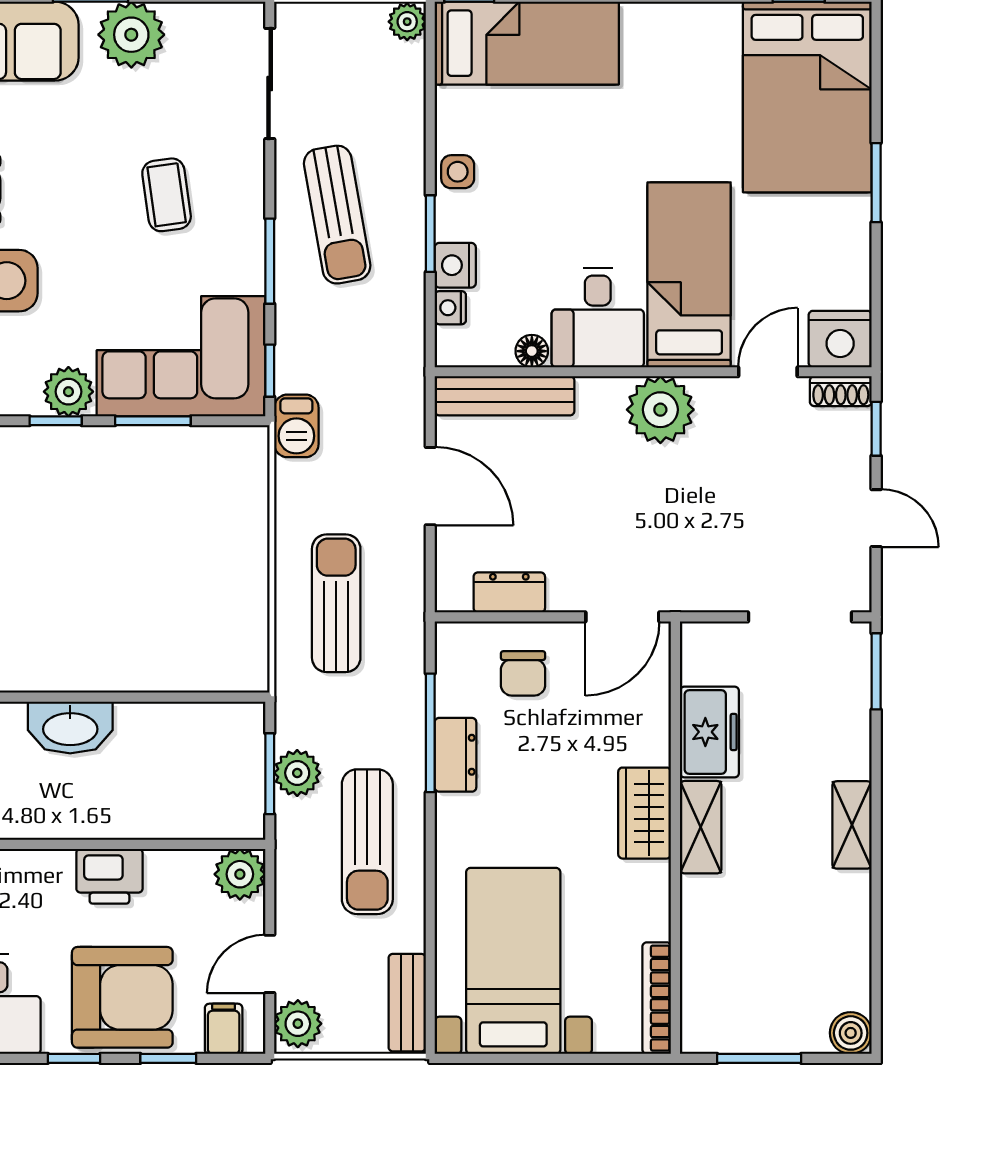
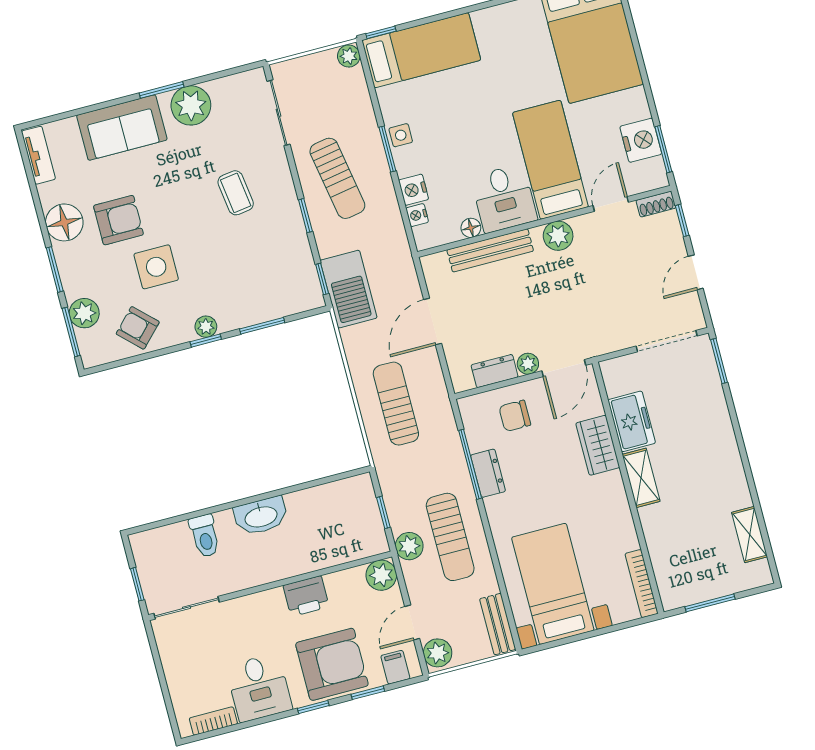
window: (876, 183) -> (663, 149), moved
window: (430, 234) -> (387, 149), moved
window: (270, 261) -> (305, 216), width x0.67
nightstand: (840, 339) -> (641, 140), moved, turned -90
corner sofa: (181, 356) -> (269, 284), removed
plant: (68, 392) -> (206, 327), width x0.73, depth x0.73
bench: (505, 396) -> (490, 250), moved
plant: (660, 410) -> (558, 236), width x0.73, depth x0.73
barbecue: (296, 426) -> (349, 289), width x1.88, depth x1.53
door: (430, 486) -> (433, 321), swing flipped
door: (876, 518) -> (696, 272), swing flipped
plant: (566, 595) -> (528, 364), added
chair: (523, 673) -> (515, 416), turned 90
plant: (297, 773) -> (409, 546), moved
window: (270, 774) -> (383, 512), width x0.67
wardrobe: (645, 813) -> (598, 445), moved
shelving: (852, 825) -> (750, 535), moved
boiler: (851, 1033) -> (759, 574), removed

